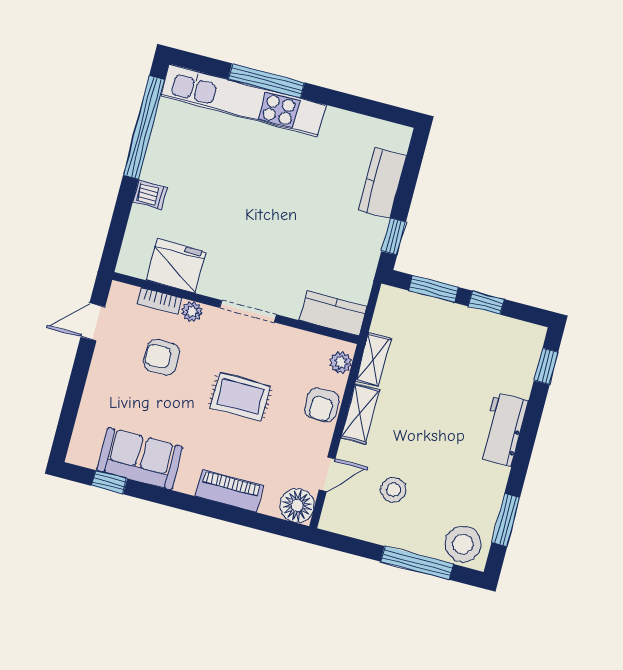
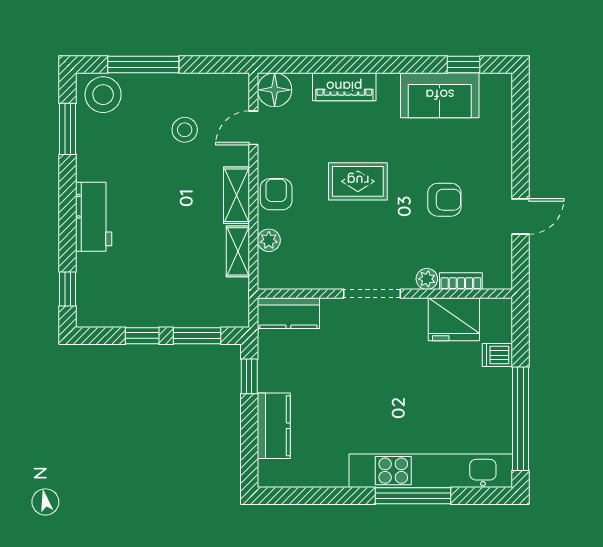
fridge: (176, 266) -> (454, 319), moved
bookcase: (160, 301) -> (461, 281), moved
wall: (236, 308) -> (385, 294), moved
doorway: (248, 311) -> (372, 294), moved
plant: (192, 312) -> (427, 279), moved
kitchen counter: (333, 313) -> (288, 313), moved

